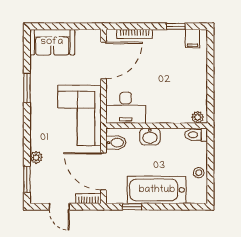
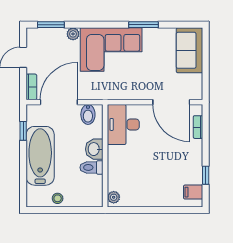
bookcase: (135, 34) -> (198, 127), width x0.64
corner sofa: (80, 115) -> (111, 50), moved, turned 180
toilet: (196, 135) -> (91, 167), moved, turned -90

